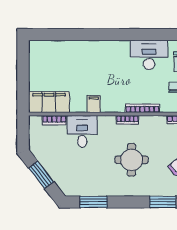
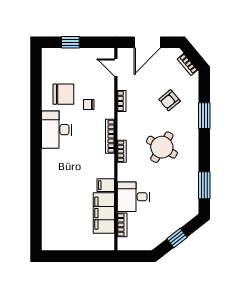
filing cabinet: (49, 102) -> (104, 213), moved
round table: (131, 160) -> (162, 147), turned 31
window: (41, 175) -> (177, 238), width x0.67

